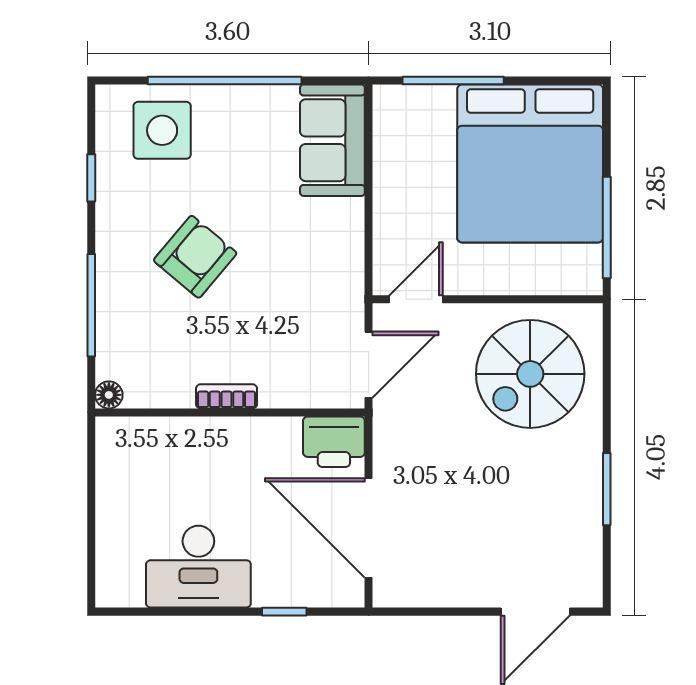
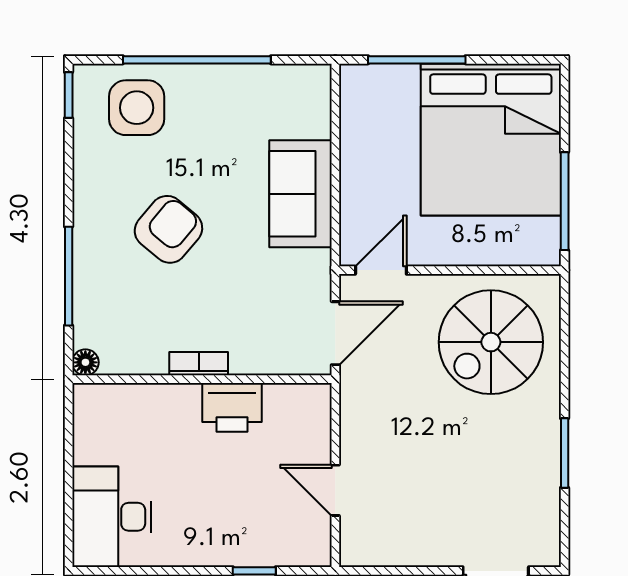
sofa: (332, 140) -> (301, 194), moved
window: (91, 178) -> (69, 95), moved
printer: (334, 442) -> (232, 407), moved
door: (369, 528) -> (335, 490), width x0.53
desk: (198, 567) -> (112, 517), moved, turned 90

